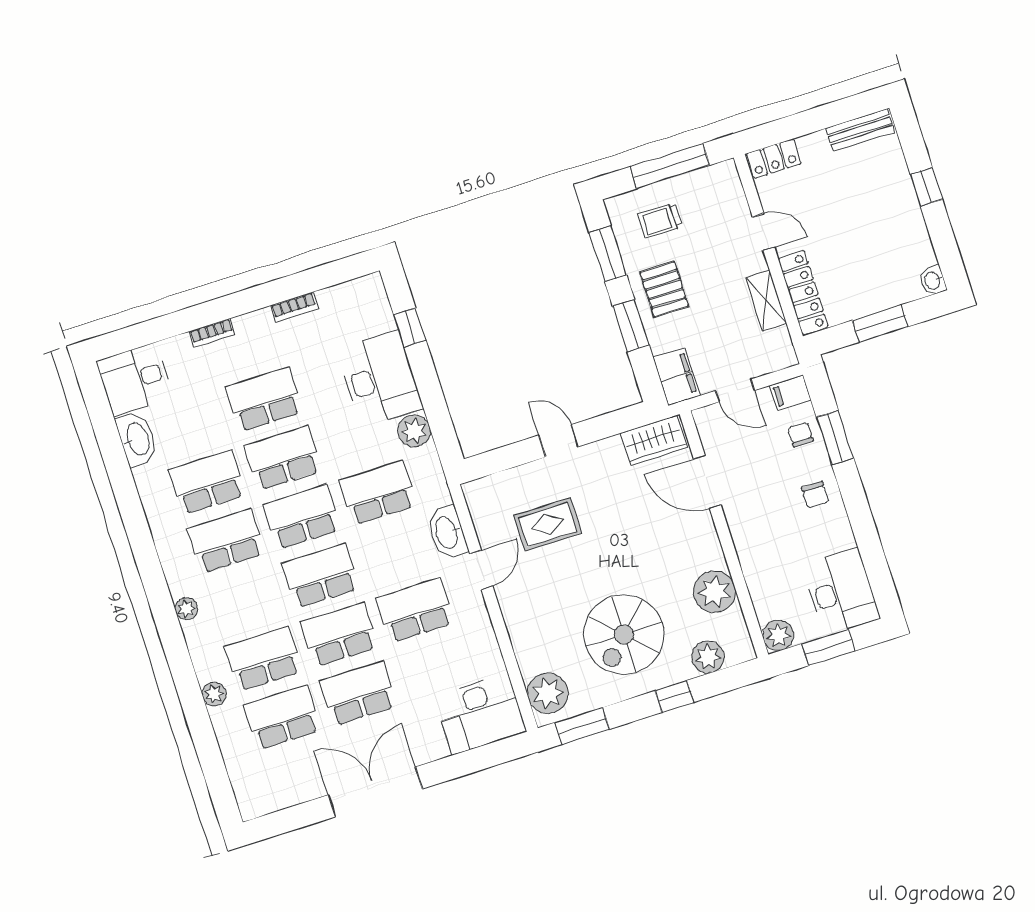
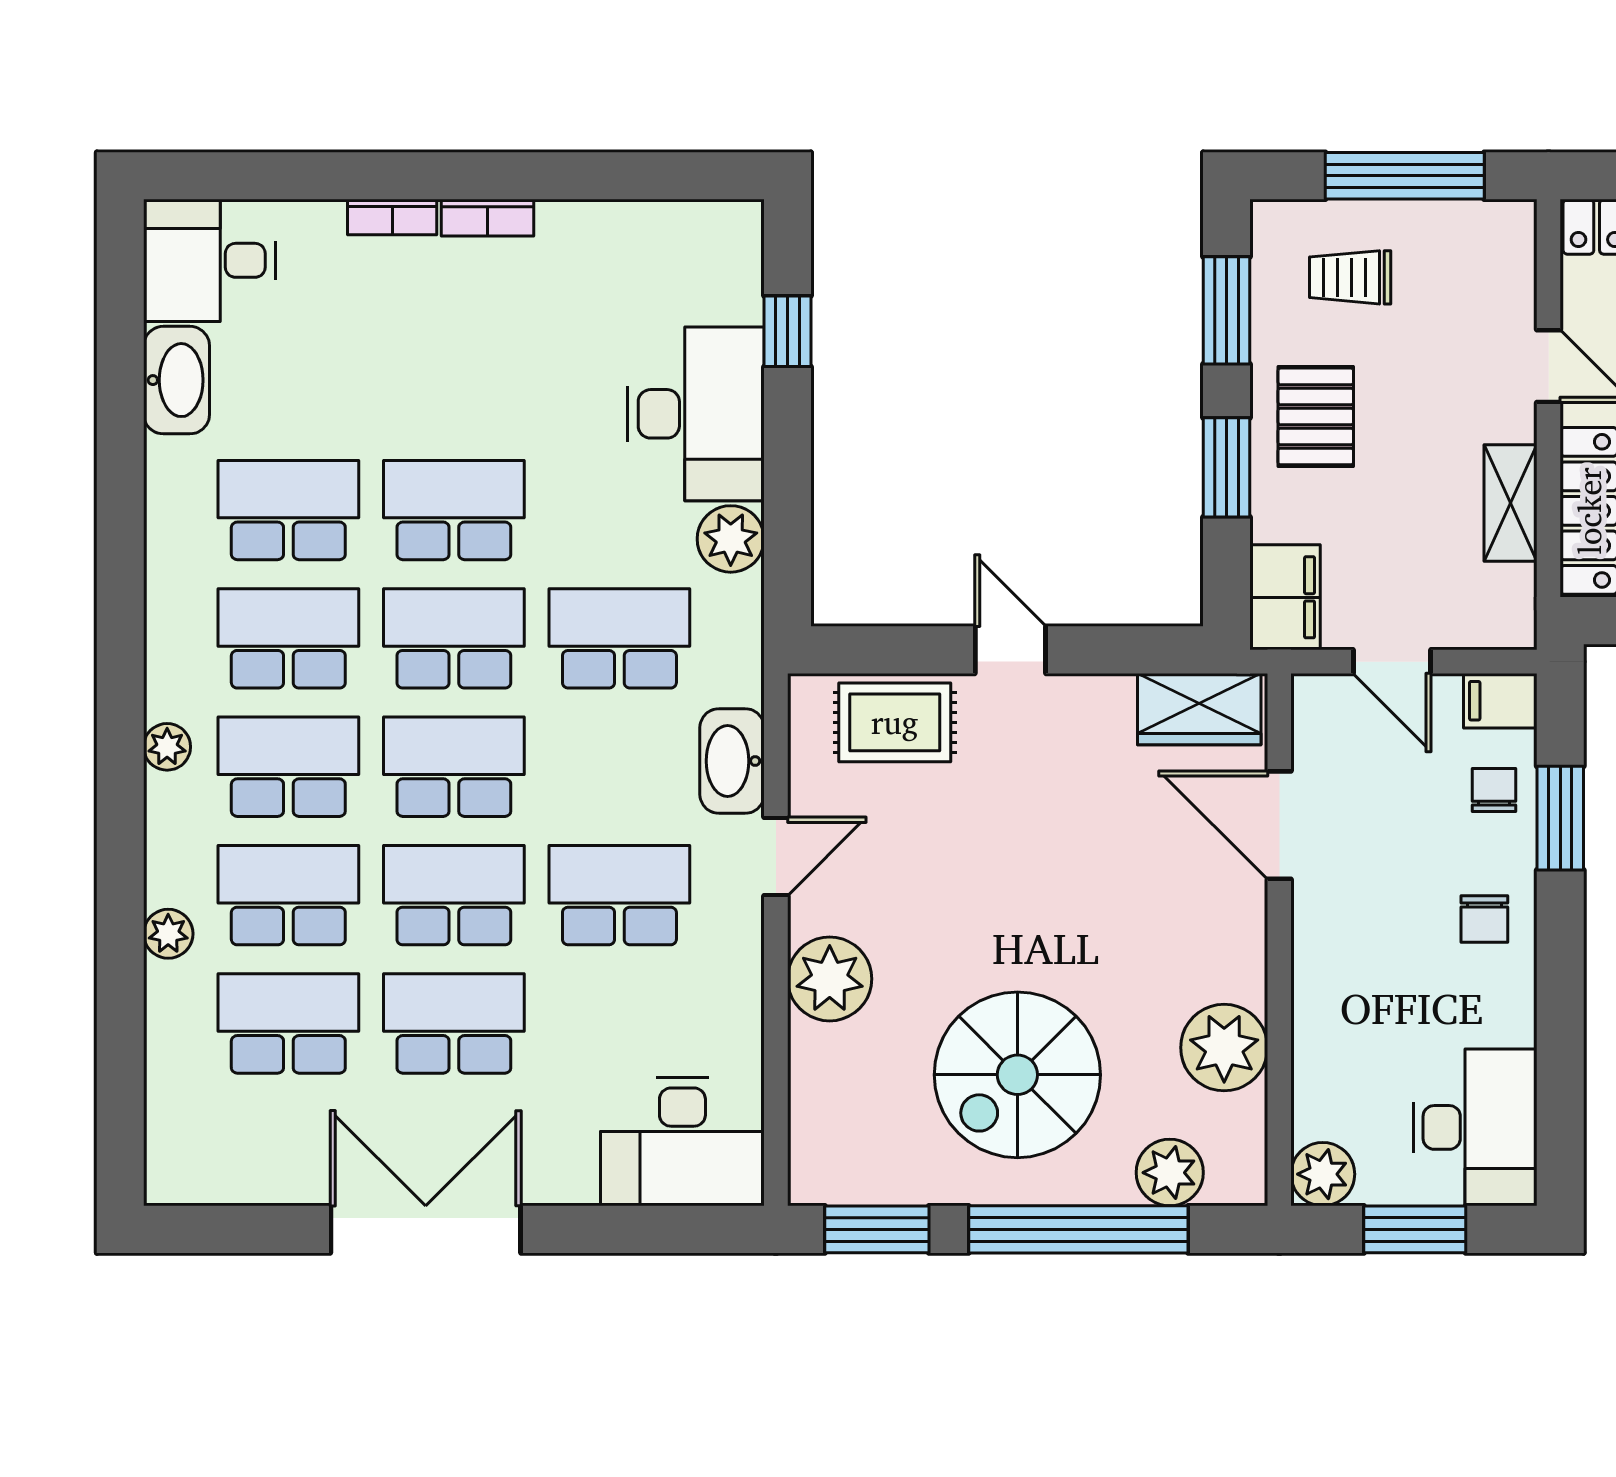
bookcase: (294, 307) -> (487, 218), moved
school desk: (264, 399) -> (288, 767), moved
rug: (548, 524) -> (895, 722), moved
plant: (548, 693) -> (830, 979), moved
window: (674, 696) -> (1078, 1229), width x3.17

